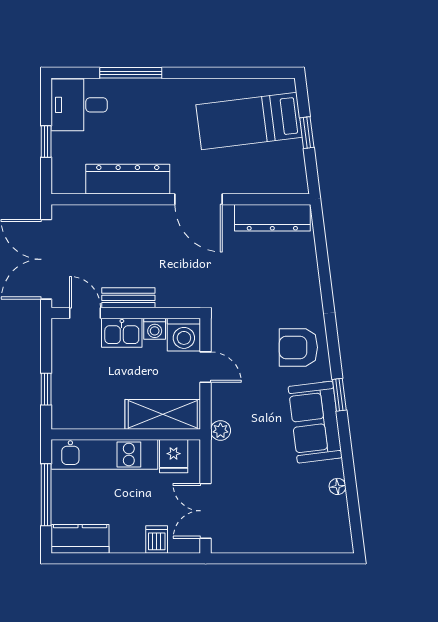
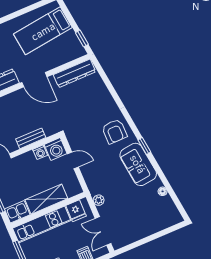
window: (307, 133) -> (82, 38), moved
bench: (128, 298) -> (31, 138), moved
kitchen sink: (122, 333) -> (17, 212), moved, turned 180
armchair: (298, 347) -> (114, 131), turned -90
shelving: (163, 414) -> (46, 199), moved
plant: (220, 430) -> (99, 200), moved

